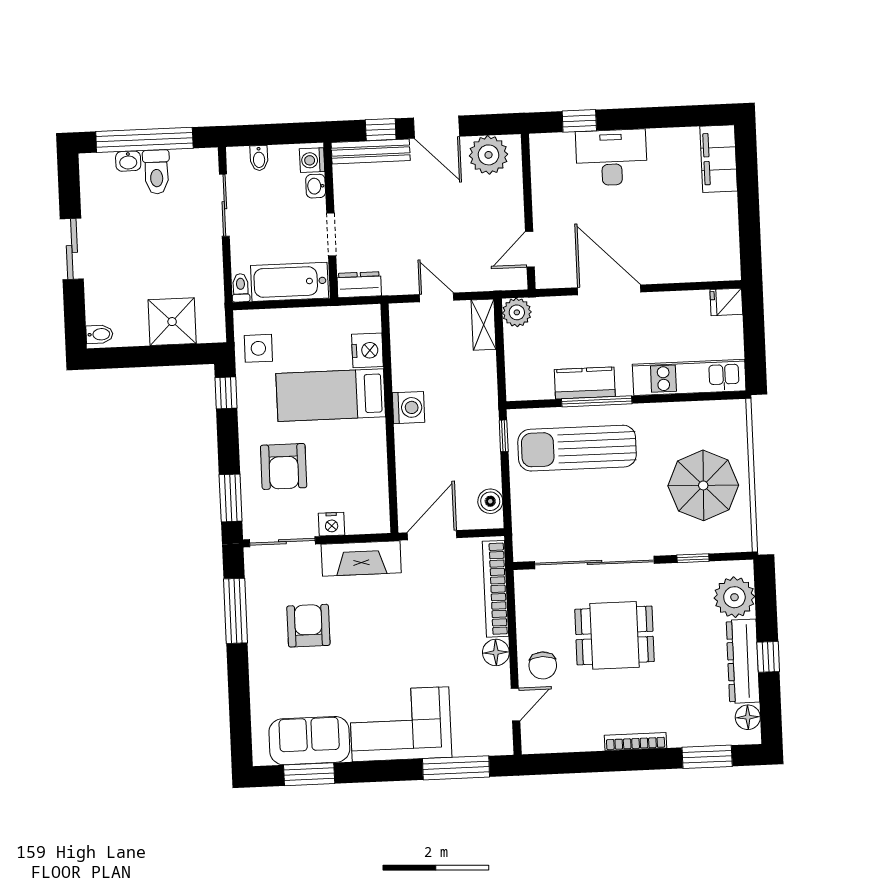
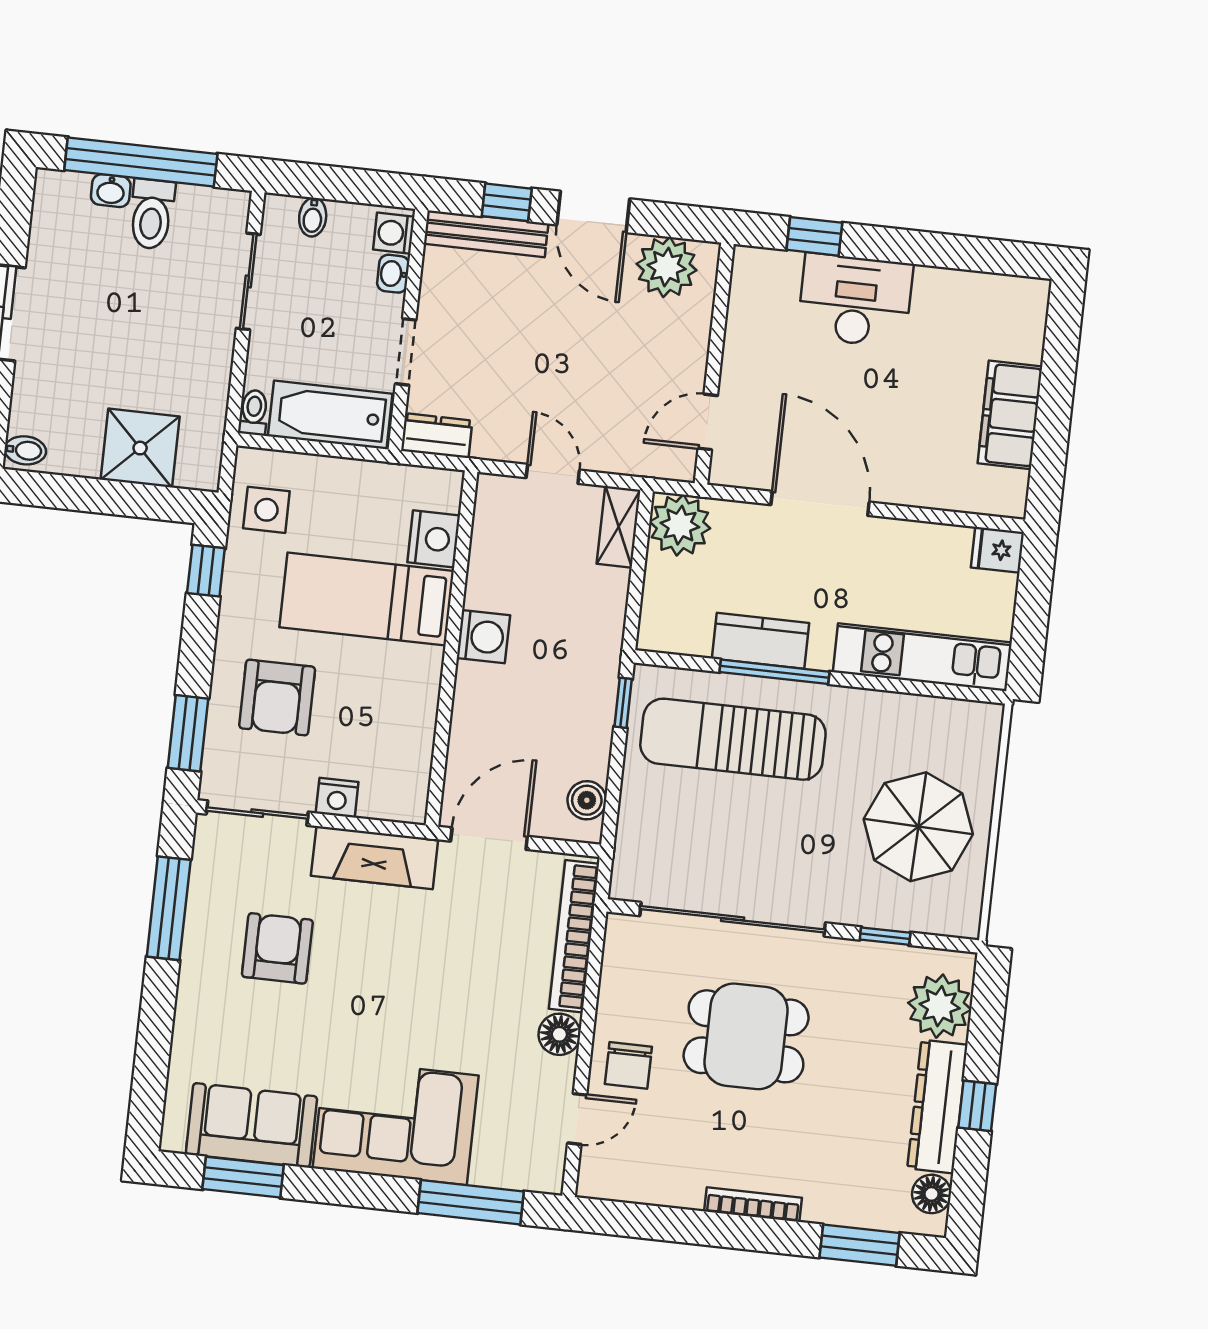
filing cabinet: (719, 159) -> (1010, 415), moved
plant: (517, 312) -> (680, 525), width x1.36, depth x1.36

